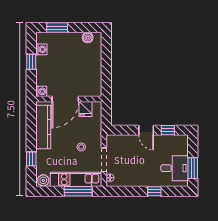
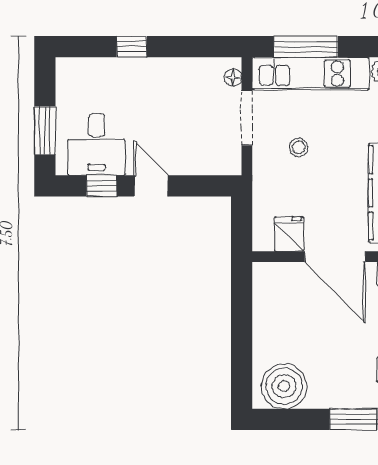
boiler: (88, 38) -> (284, 386), width x1.86, depth x1.86
door: (65, 99) -> (335, 257), swing flipped
desk: (174, 168) -> (97, 144), moved, turned -90
window: (193, 168) -> (45, 131), moved

